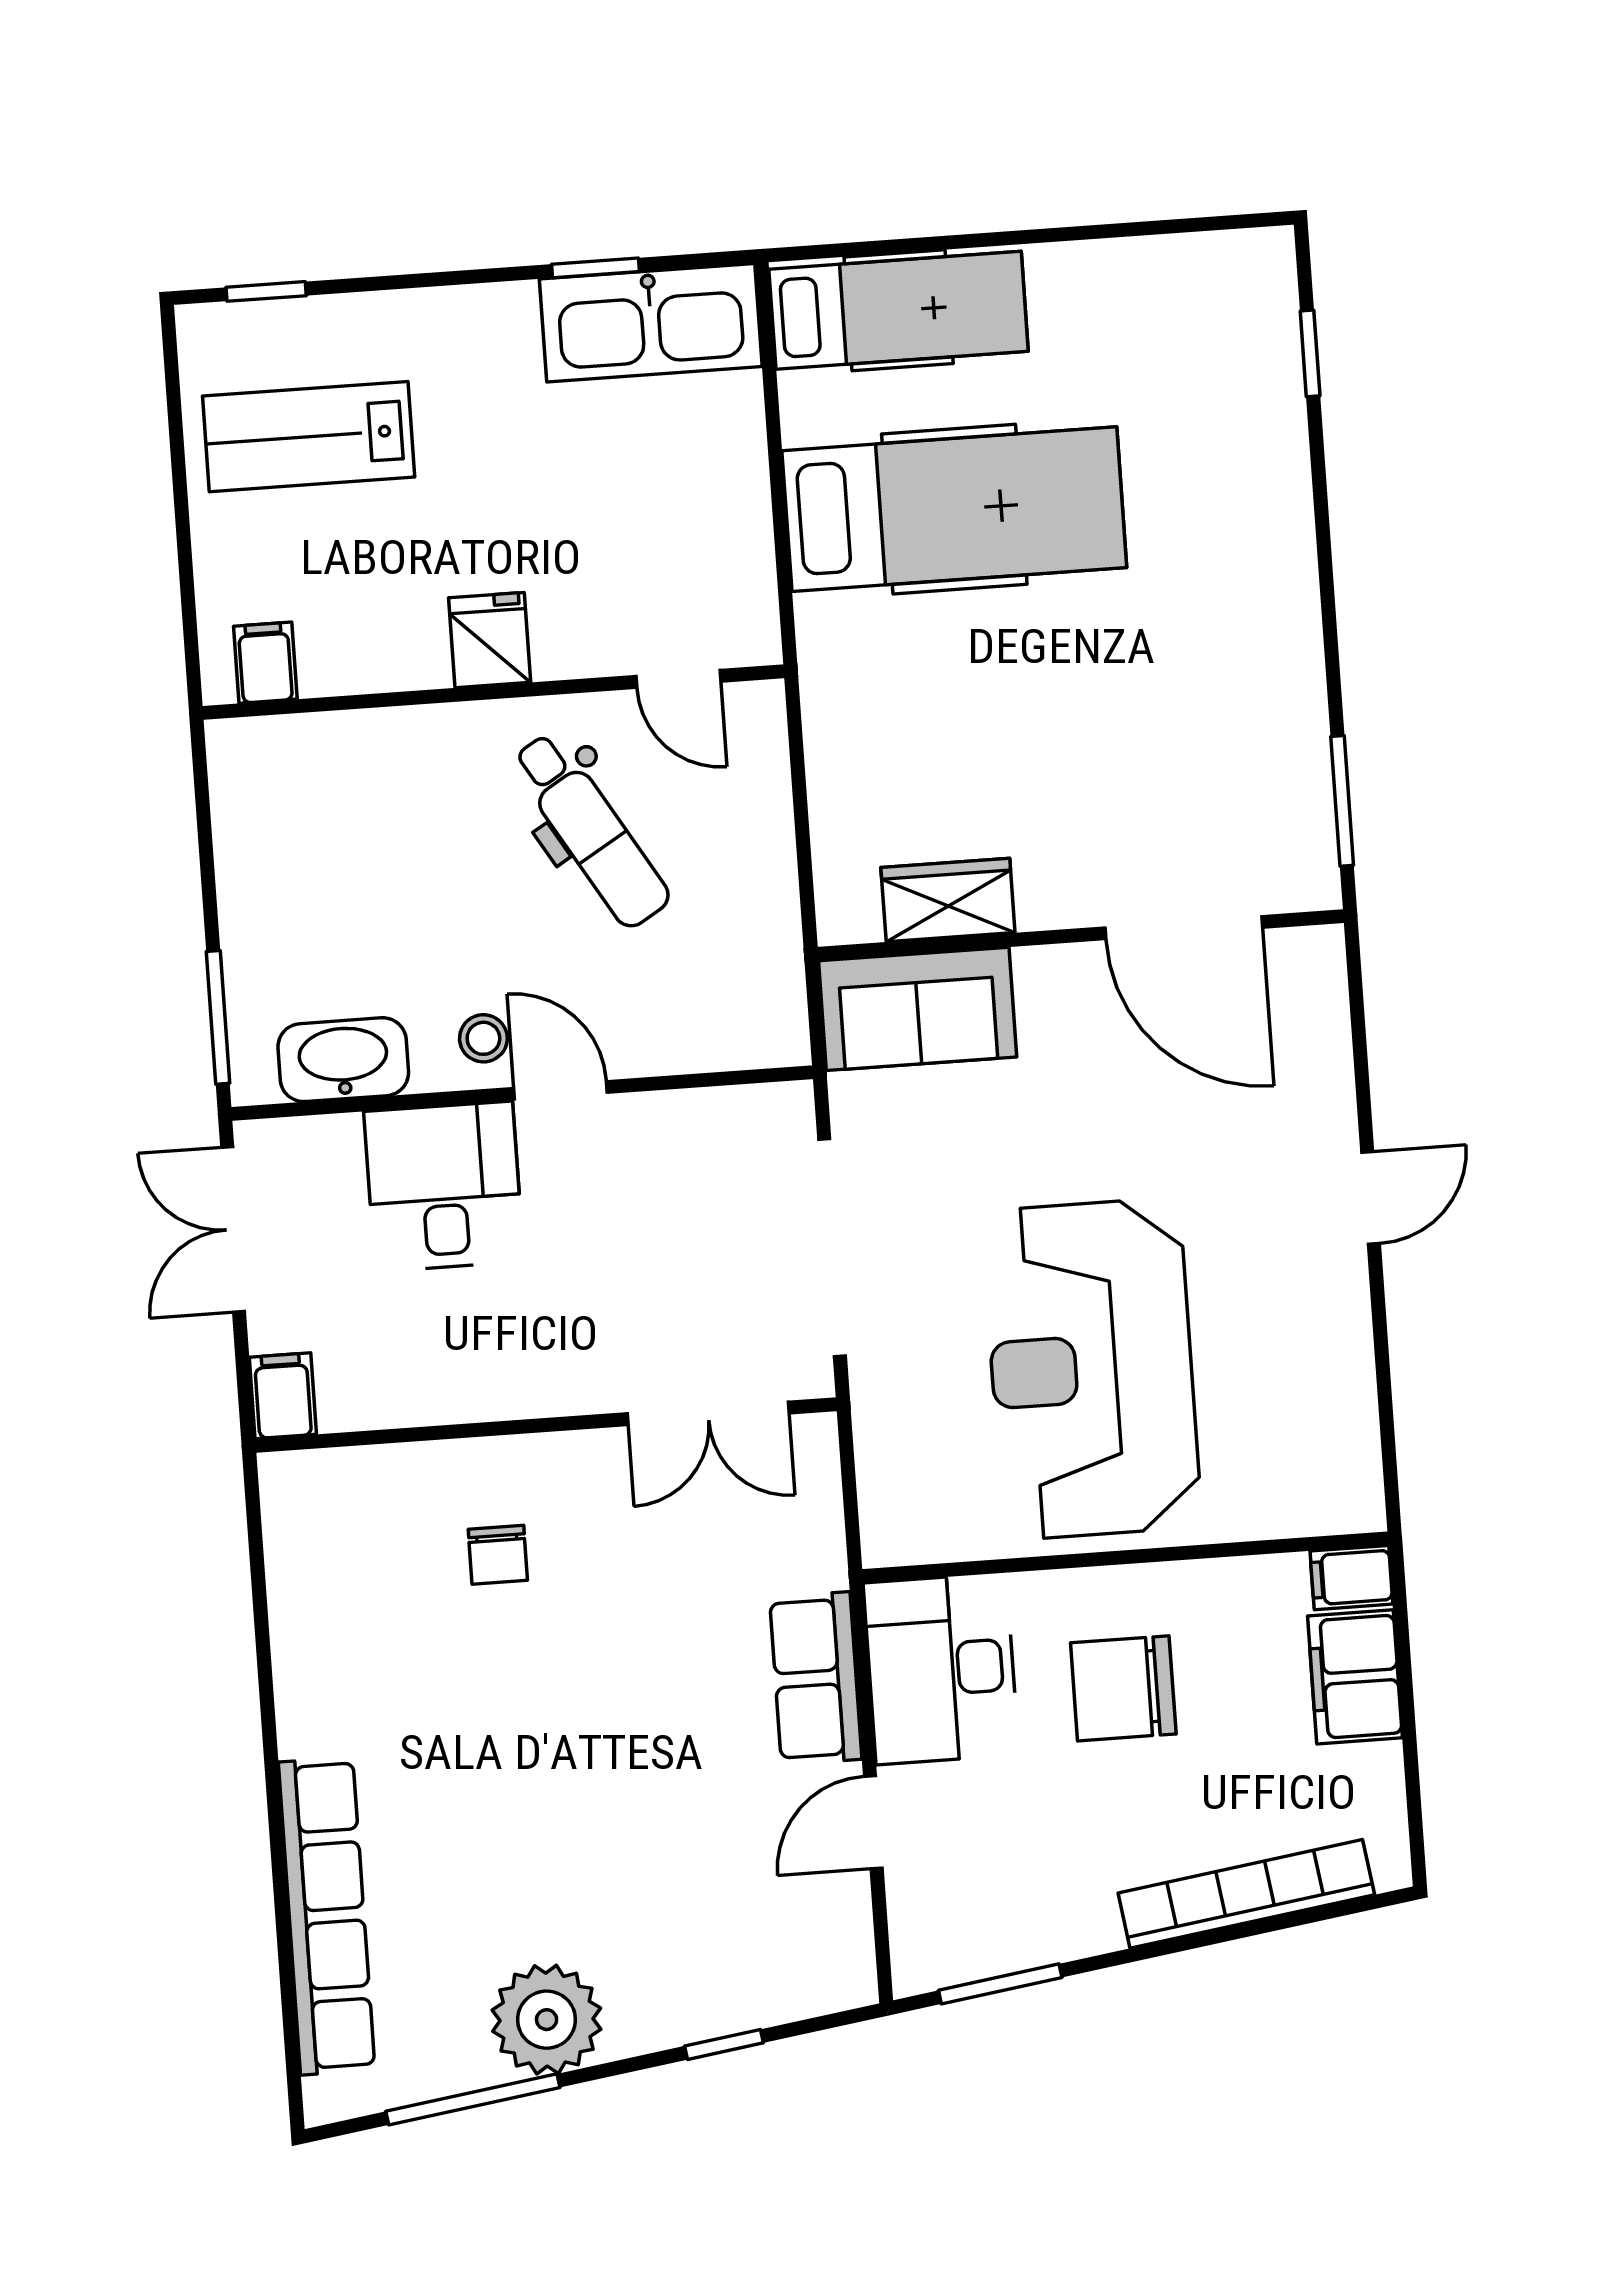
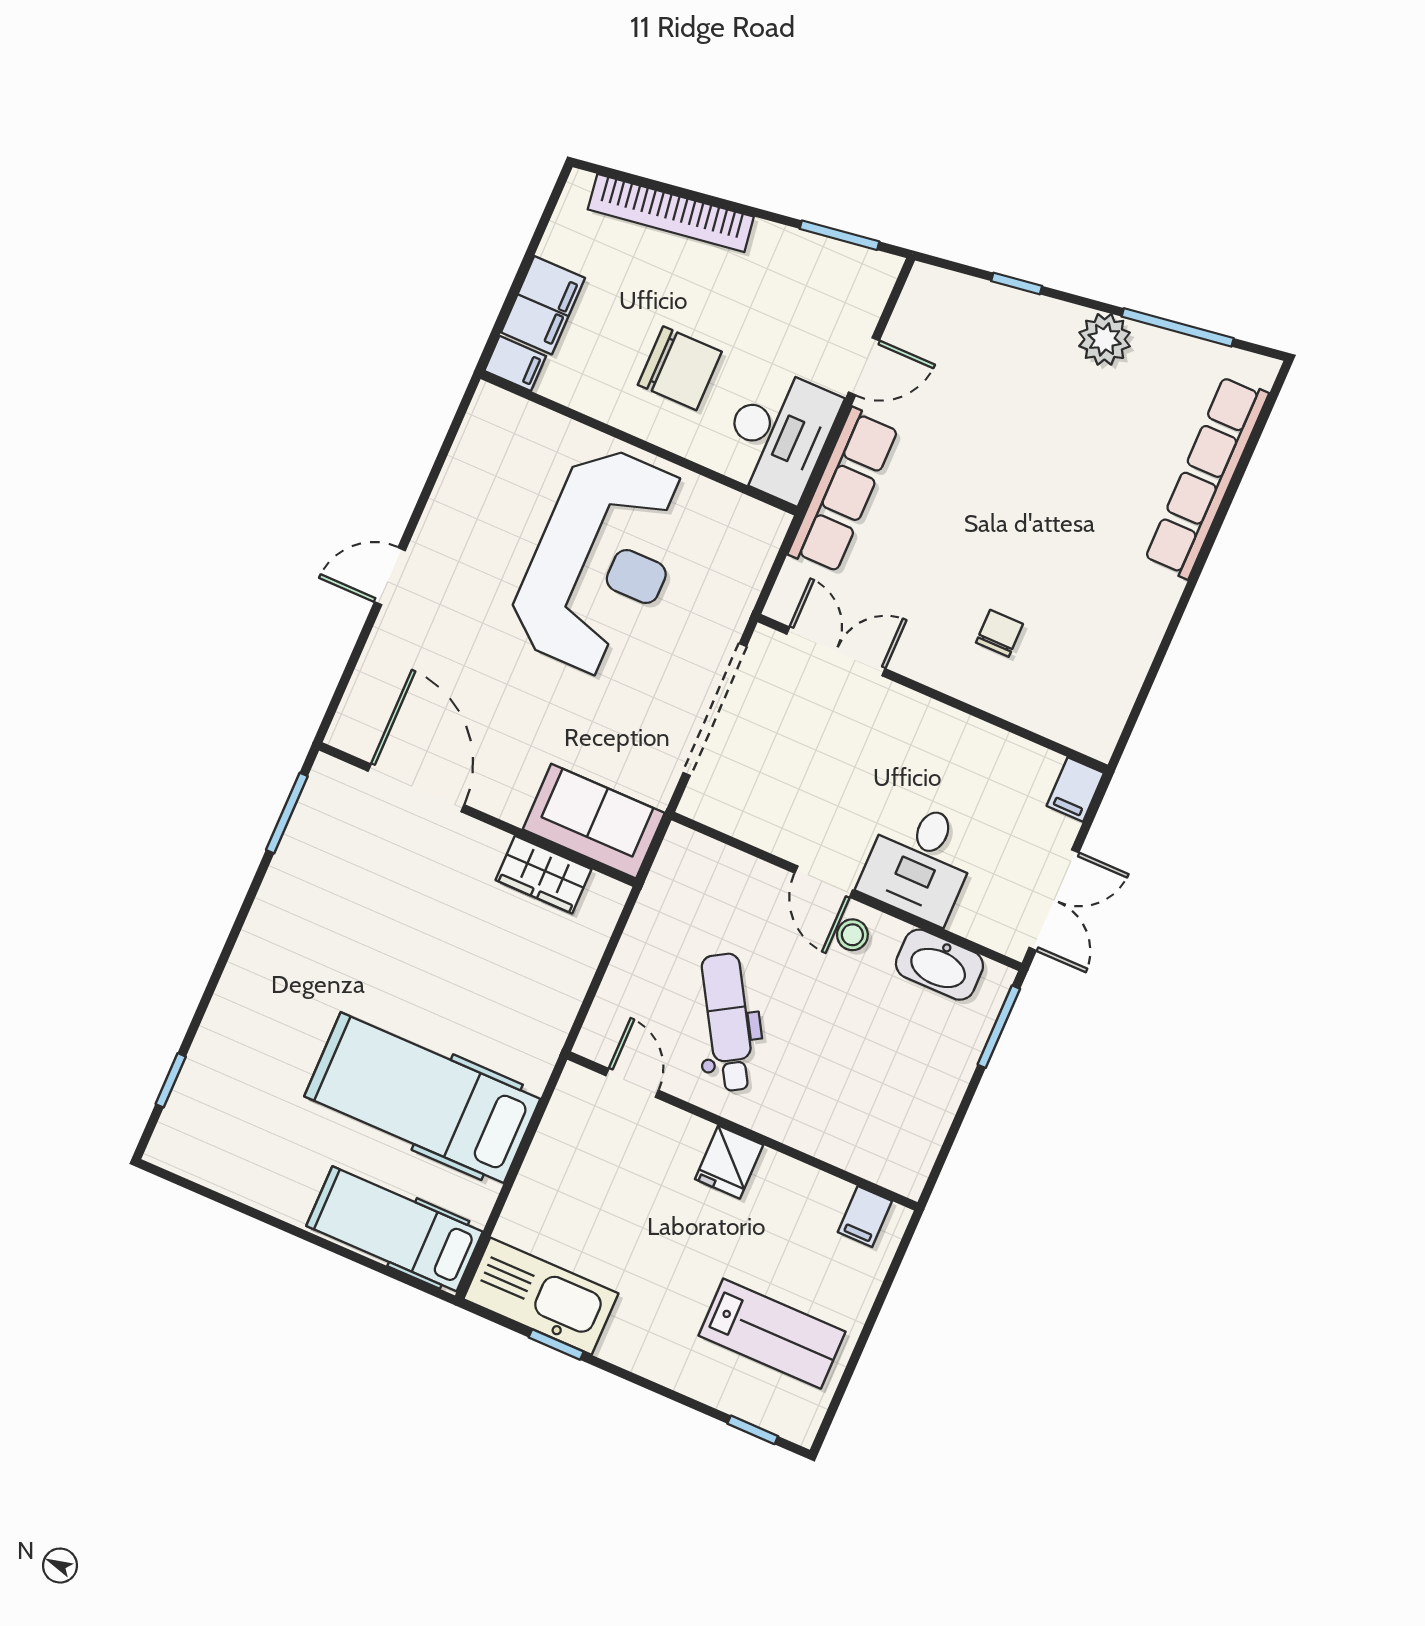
row of seats: (816, 1678) -> (843, 491), width x1.48
plant: (547, 2020) -> (1105, 339), width x0.73, depth x0.73

